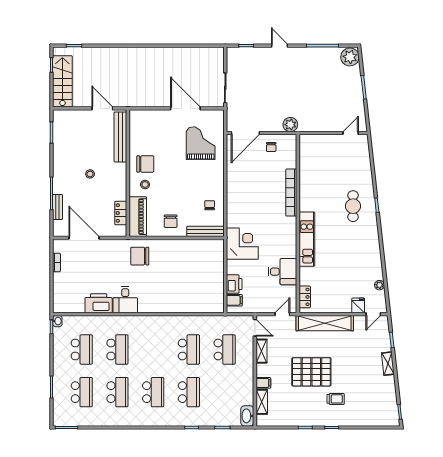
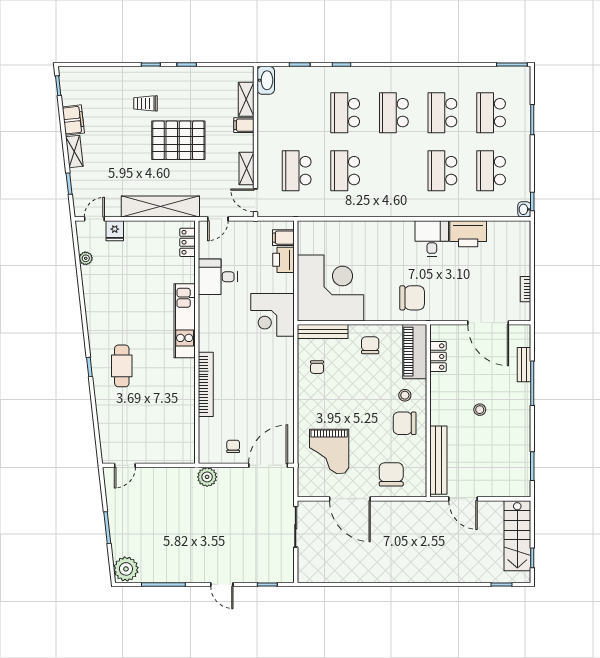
chair: (155, 126) -> (391, 474), added
corner desk: (200, 263) -> (331, 288), added
filing cabinet: (389, 387) -> (73, 120), added

